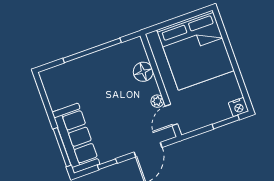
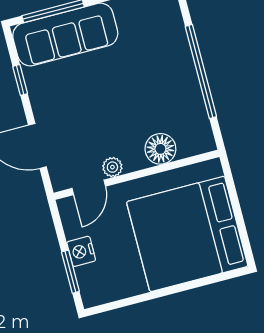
nightstand: (239, 107) -> (81, 251), moved
door: (171, 115) -> (89, 187), swing flipped

